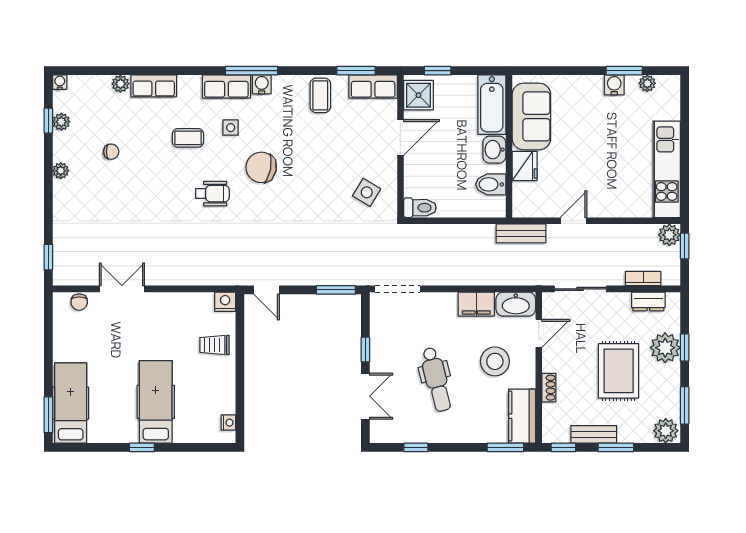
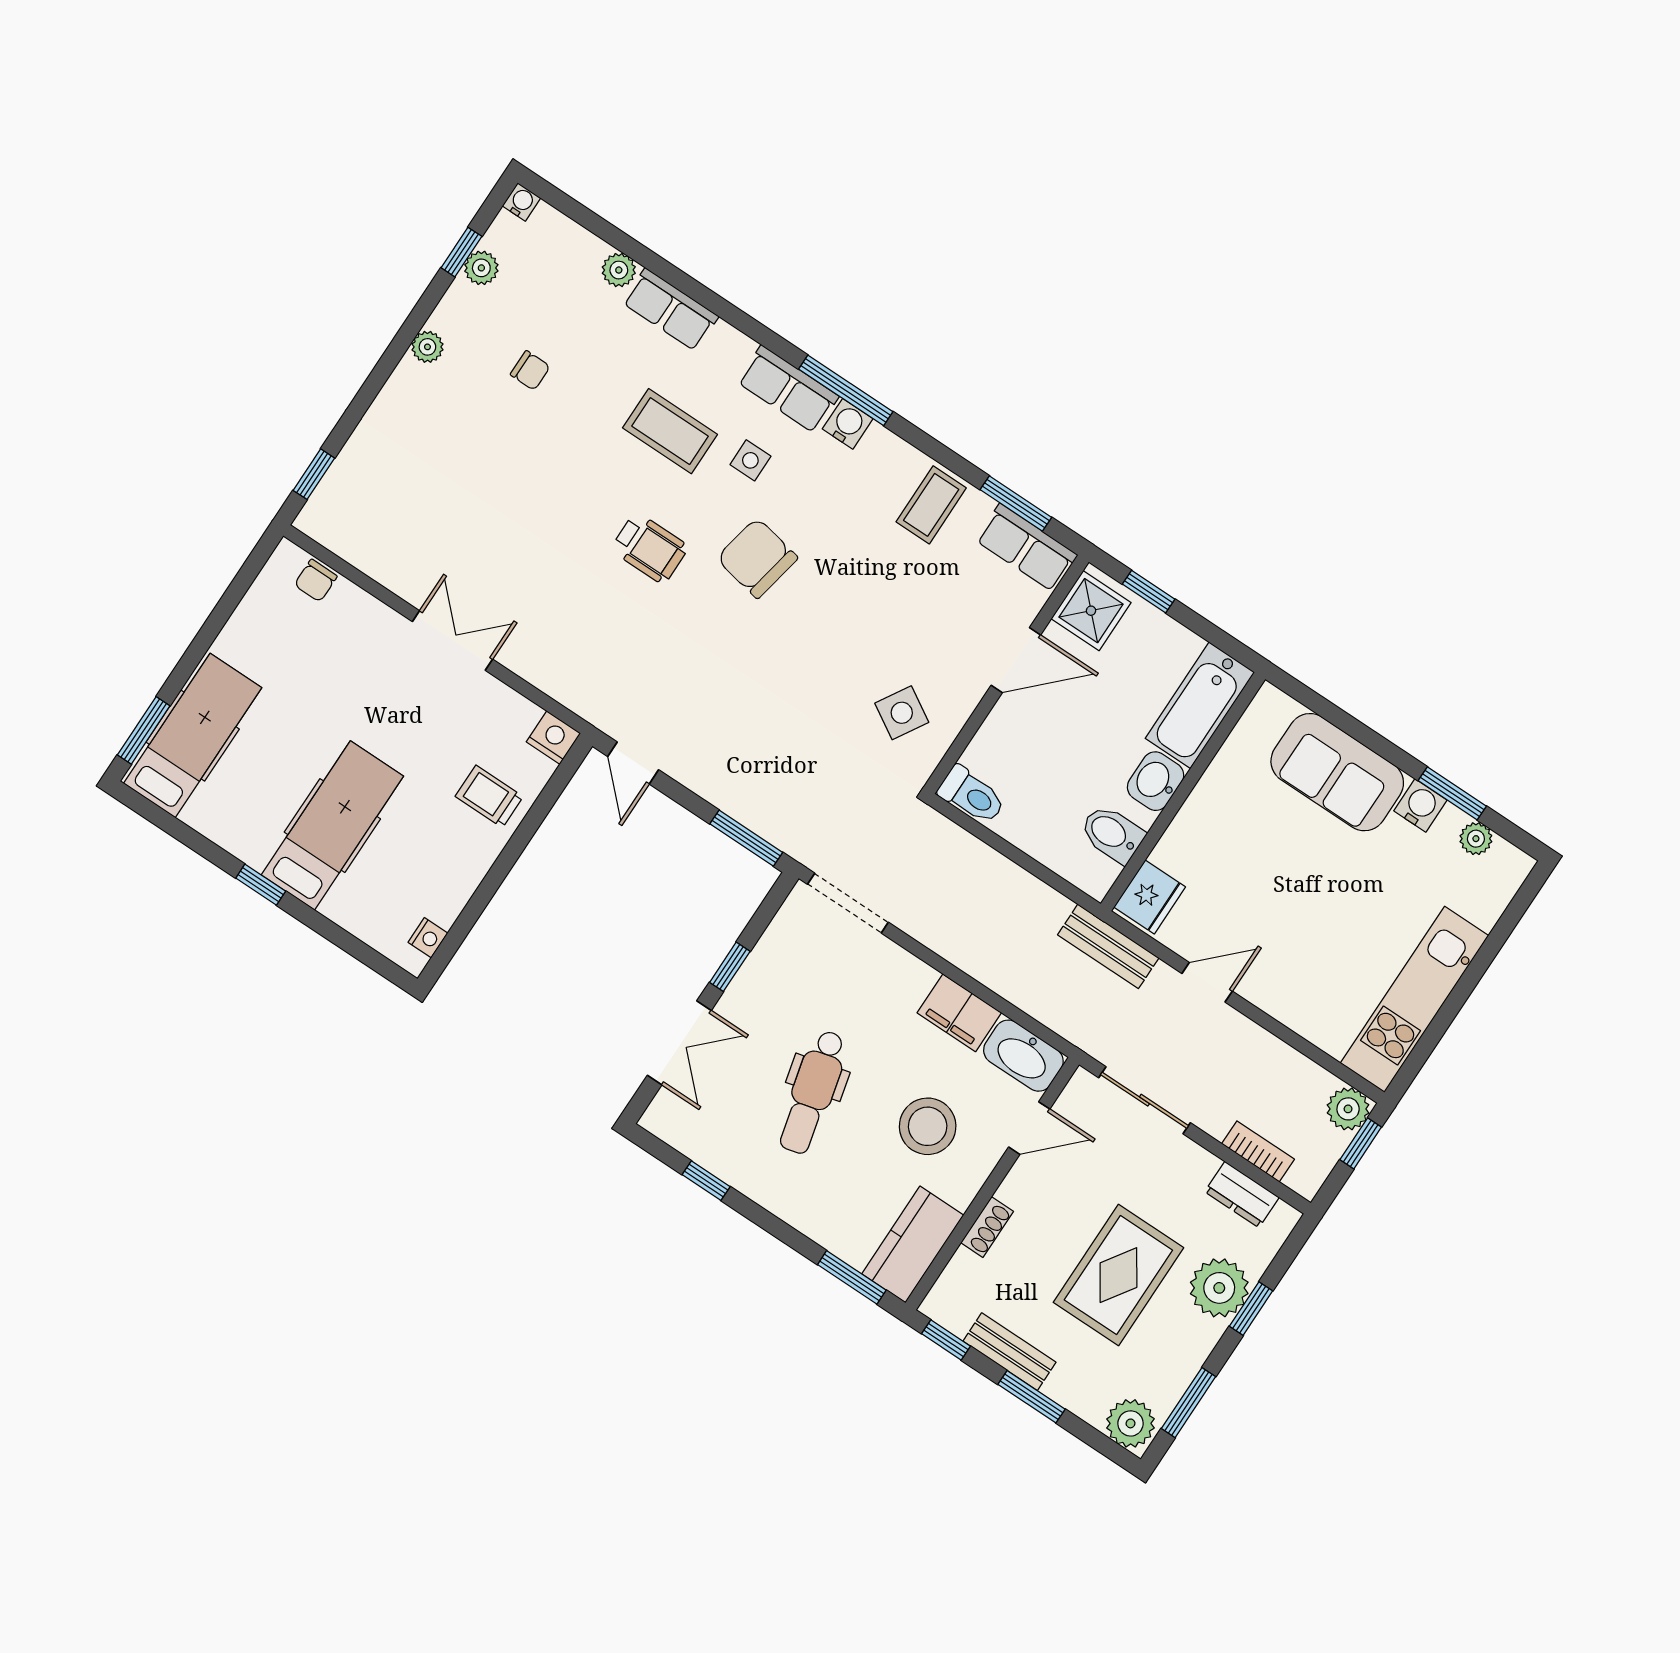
sofa: (531, 116) -> (1337, 772), moved, turned 90
coffee table: (188, 138) -> (670, 431), width x1.36, depth x1.30
fridge: (525, 166) -> (1150, 897), moved
double door: (122, 289) -> (452, 640), moved

